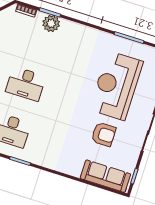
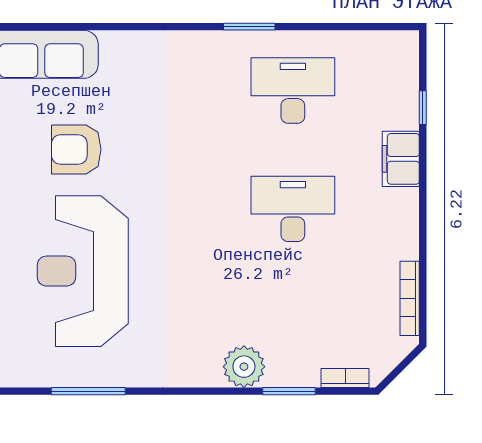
plant: (51, 23) -> (244, 367), moved
reception desk: (116, 86) -> (83, 271), turned 180

